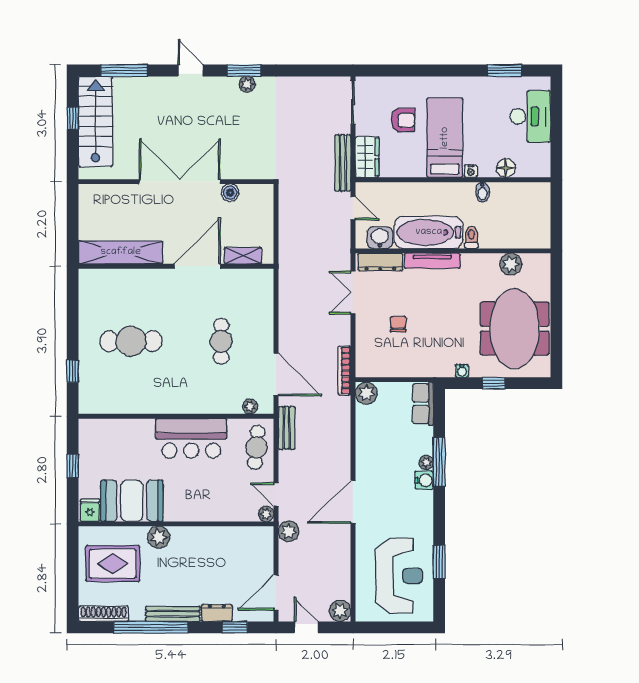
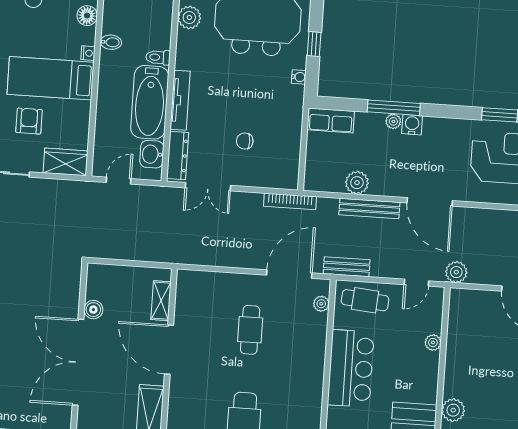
bench: (343, 163) -> (369, 209), moved
cafe table: (221, 341) -> (250, 330), turned 90
plant: (366, 393) -> (357, 183), moved
plant: (266, 514) -> (433, 343), moved

